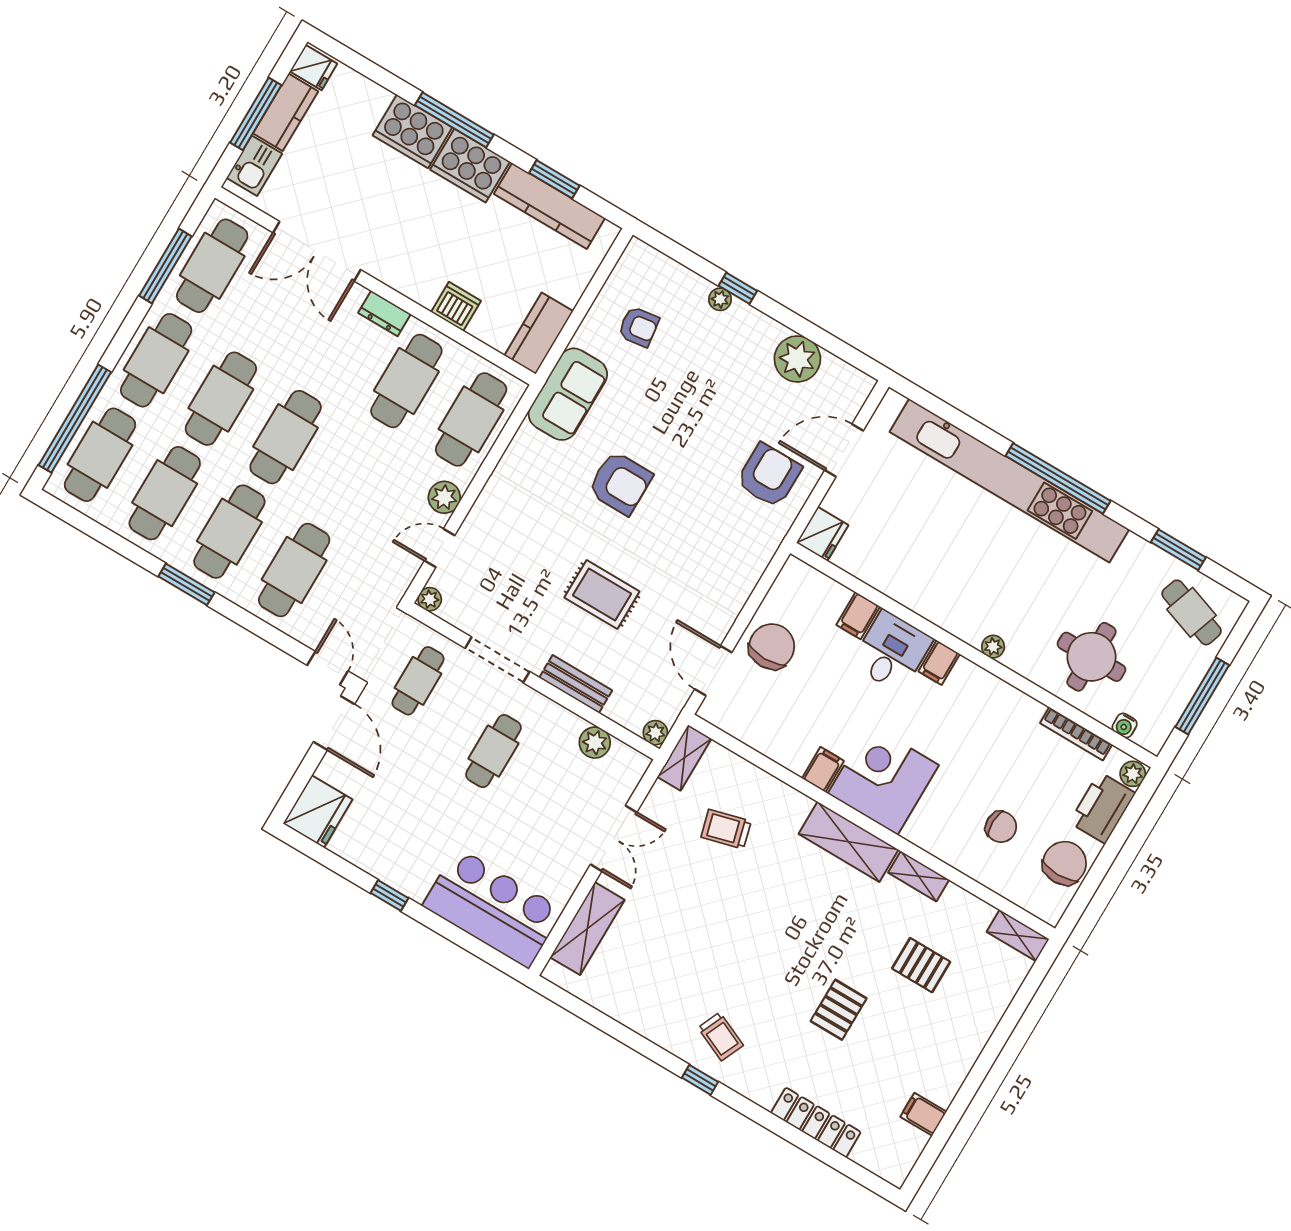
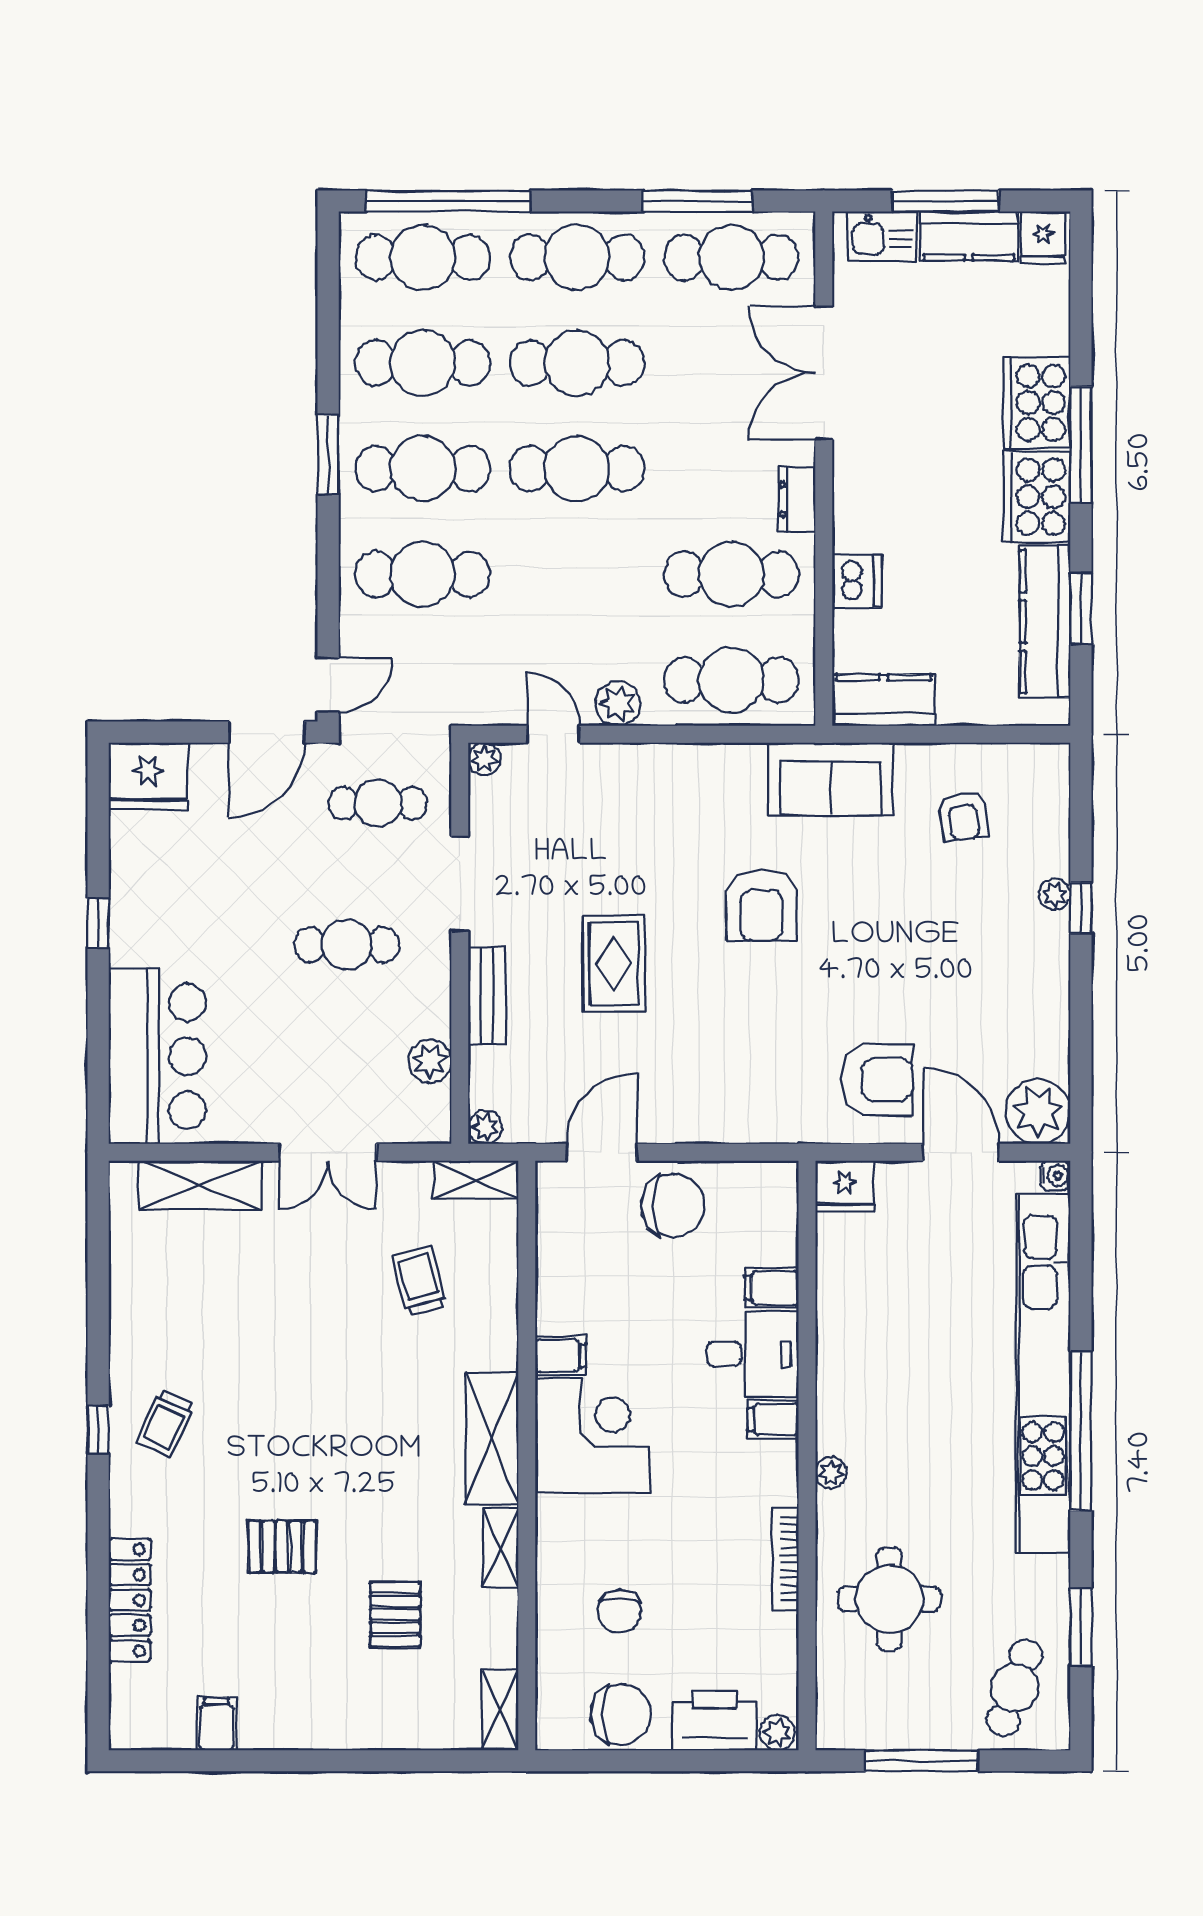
plant: (797, 359) -> (1038, 1112), moved
water cooler: (1125, 726) -> (1055, 1176), moved, turned 180
bookcase: (1076, 734) -> (785, 1559), moved

